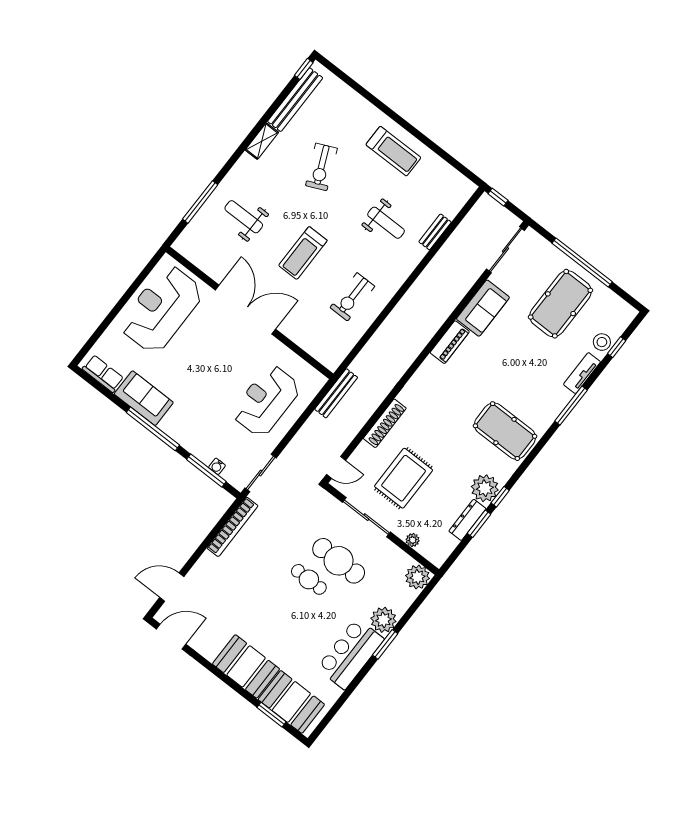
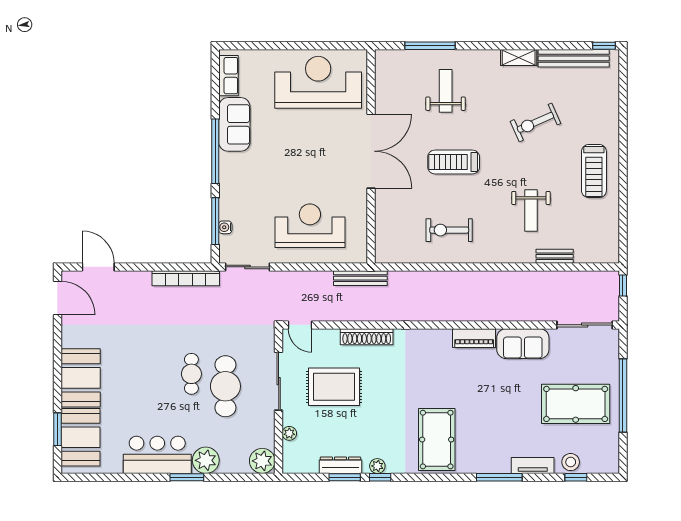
plant: (485, 488) -> (377, 466), width x0.53, depth x0.53

